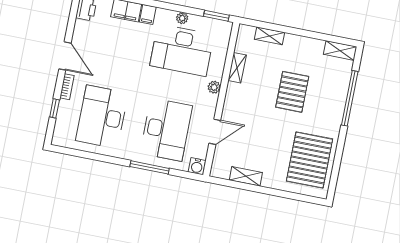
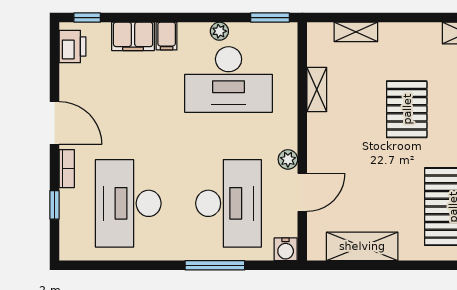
plant: (214, 87) -> (288, 159), moved
shelving: (246, 176) -> (362, 246), width x1.50, depth x1.33

